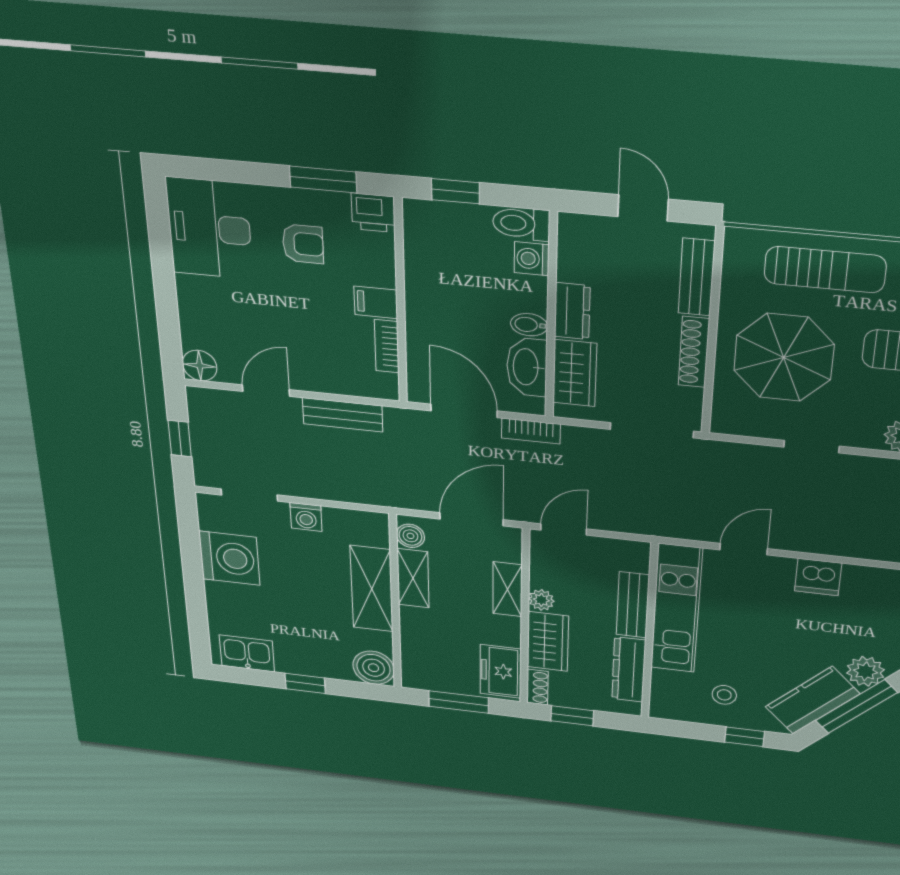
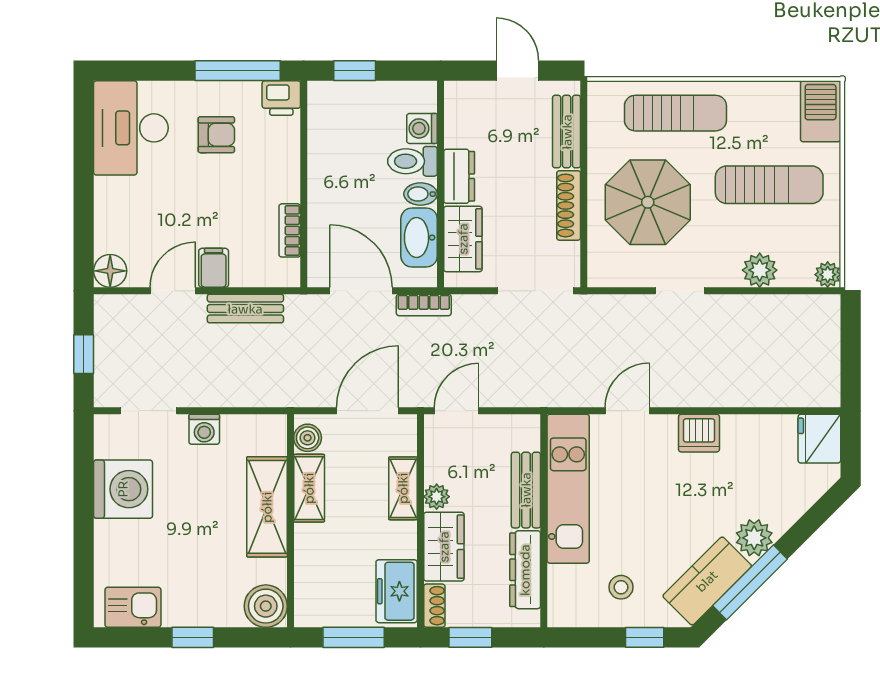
window: (323, 180) -> (238, 71), width x1.44
toilet: (521, 224) -> (412, 161), moved
filing cabinet: (376, 302) -> (214, 268), moved, turned 90

